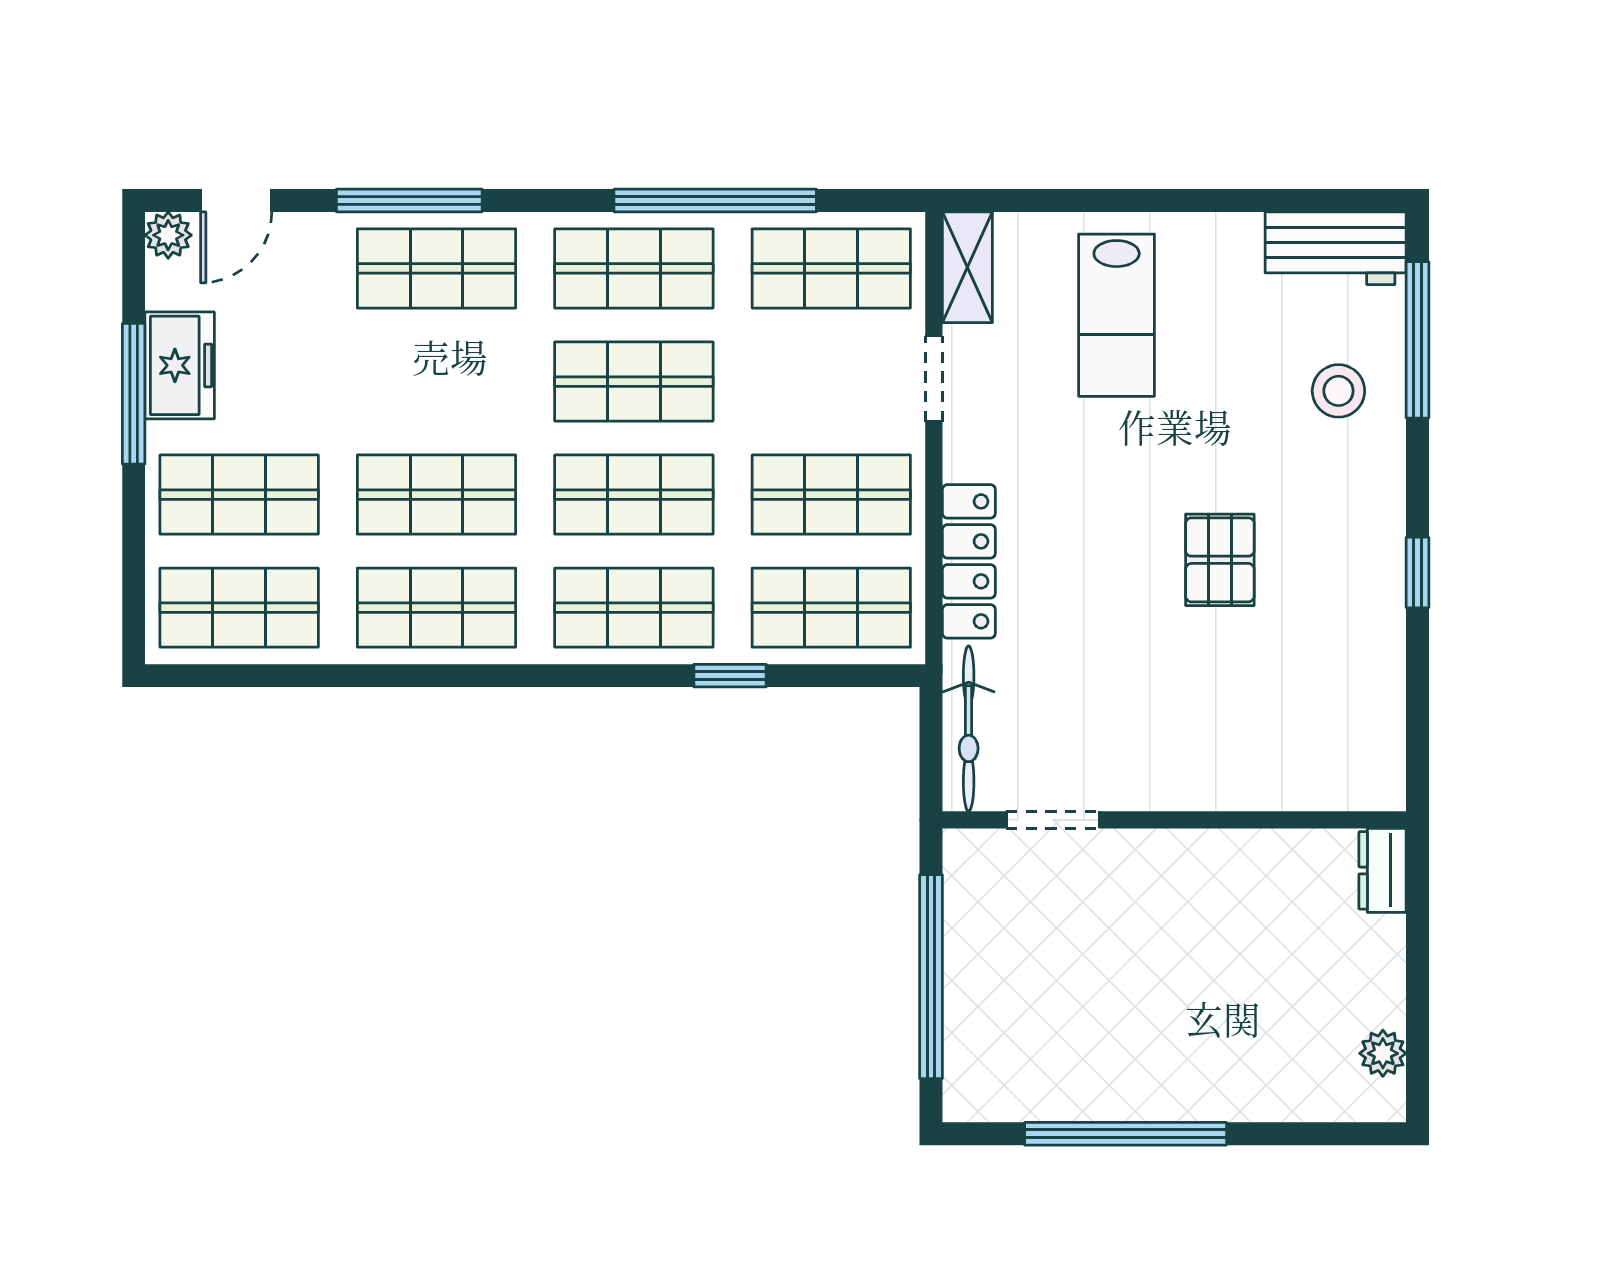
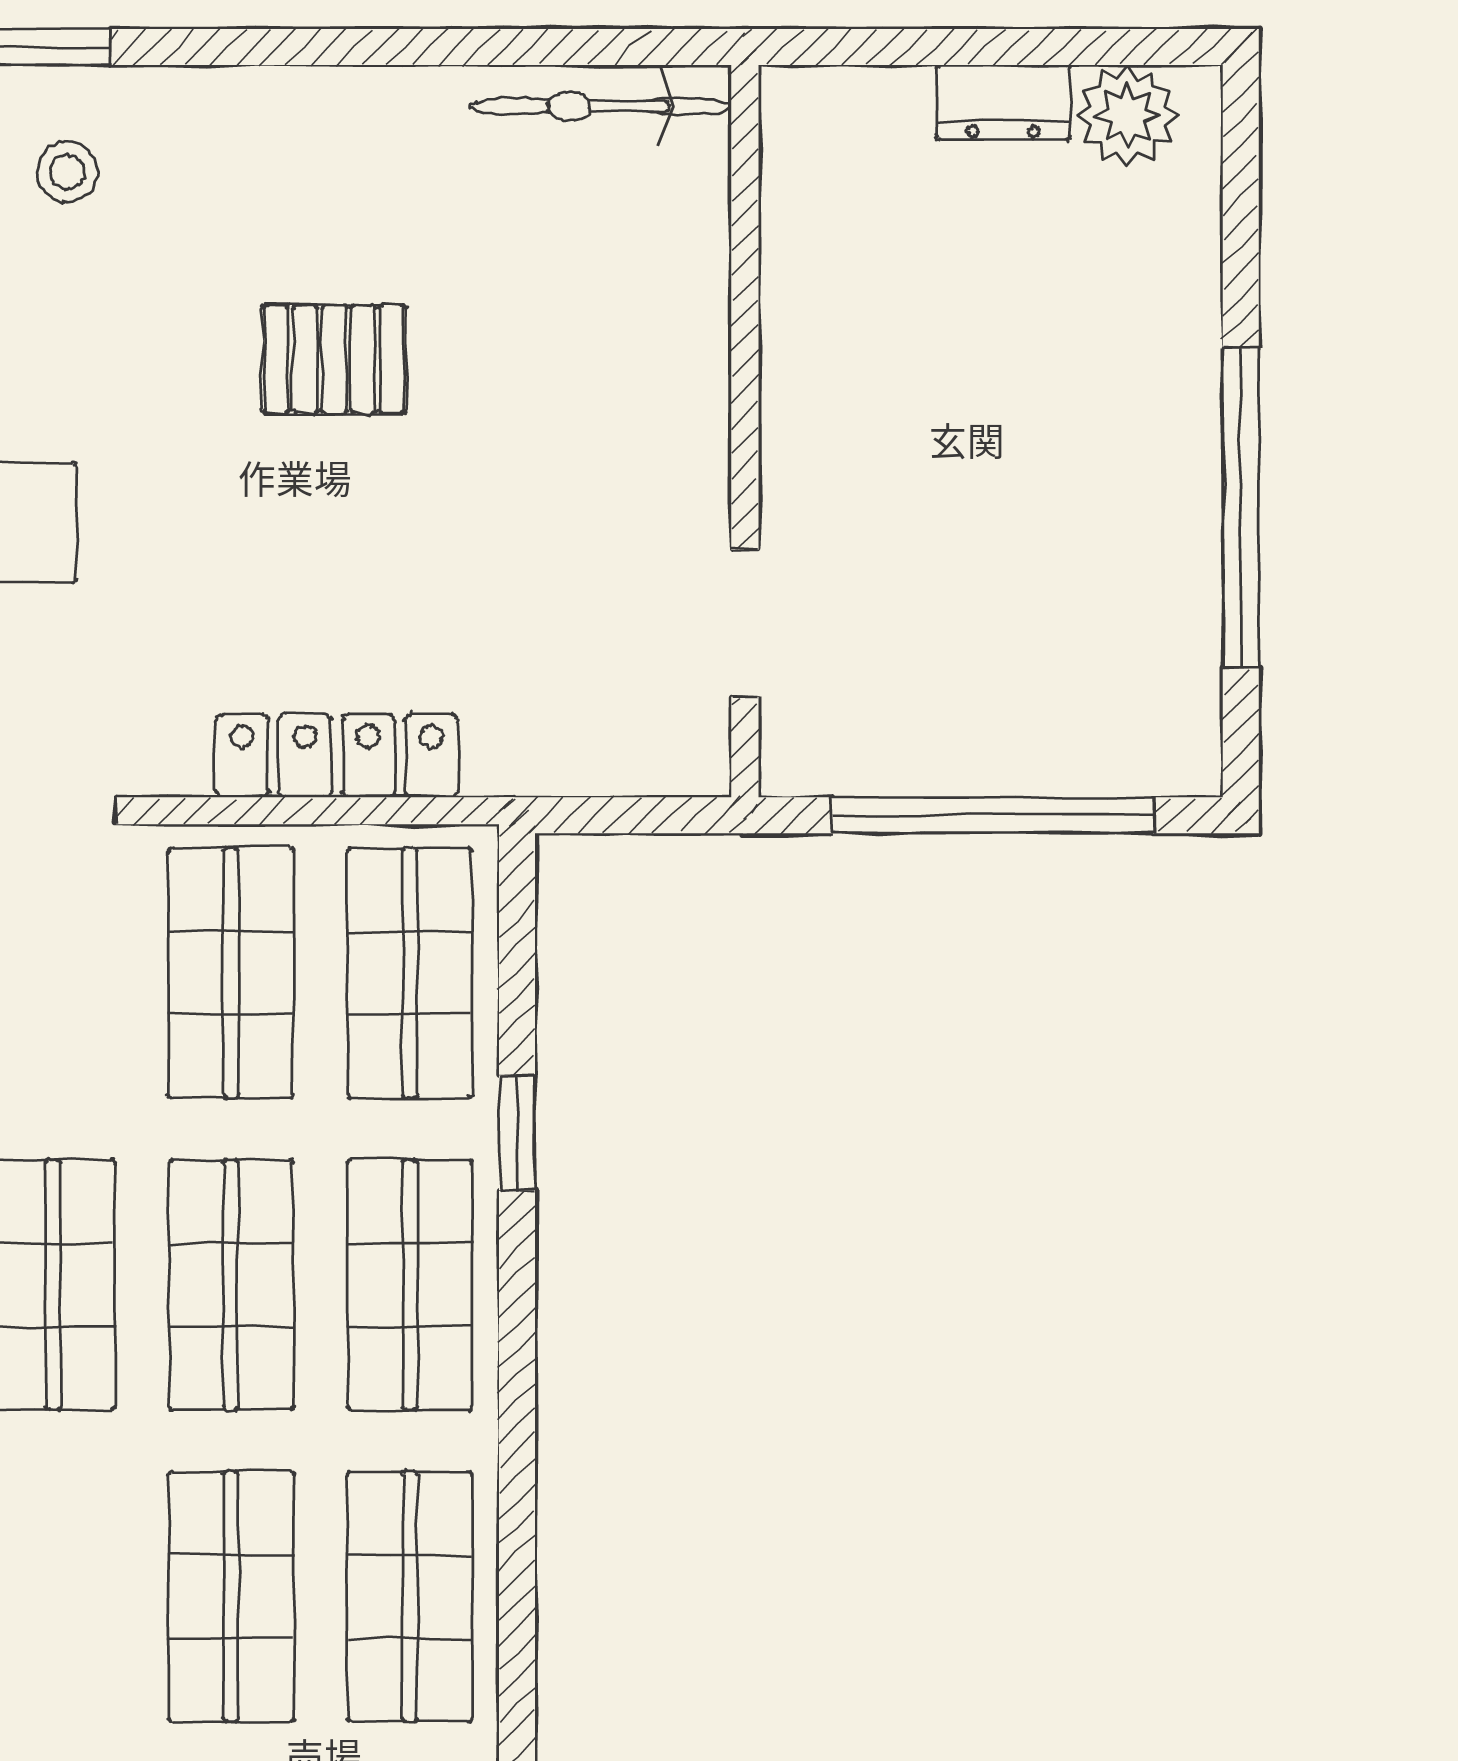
stool: (1338, 391) -> (67, 172), width x0.73, depth x0.73
window: (1417, 572) -> (354, 47), removed
bicycle: (969, 729) -> (601, 106), moved, turned 180
dresser: (1382, 870) -> (1003, 102), moved
plant: (1383, 1053) -> (1127, 116), width x1.38, depth x1.38

